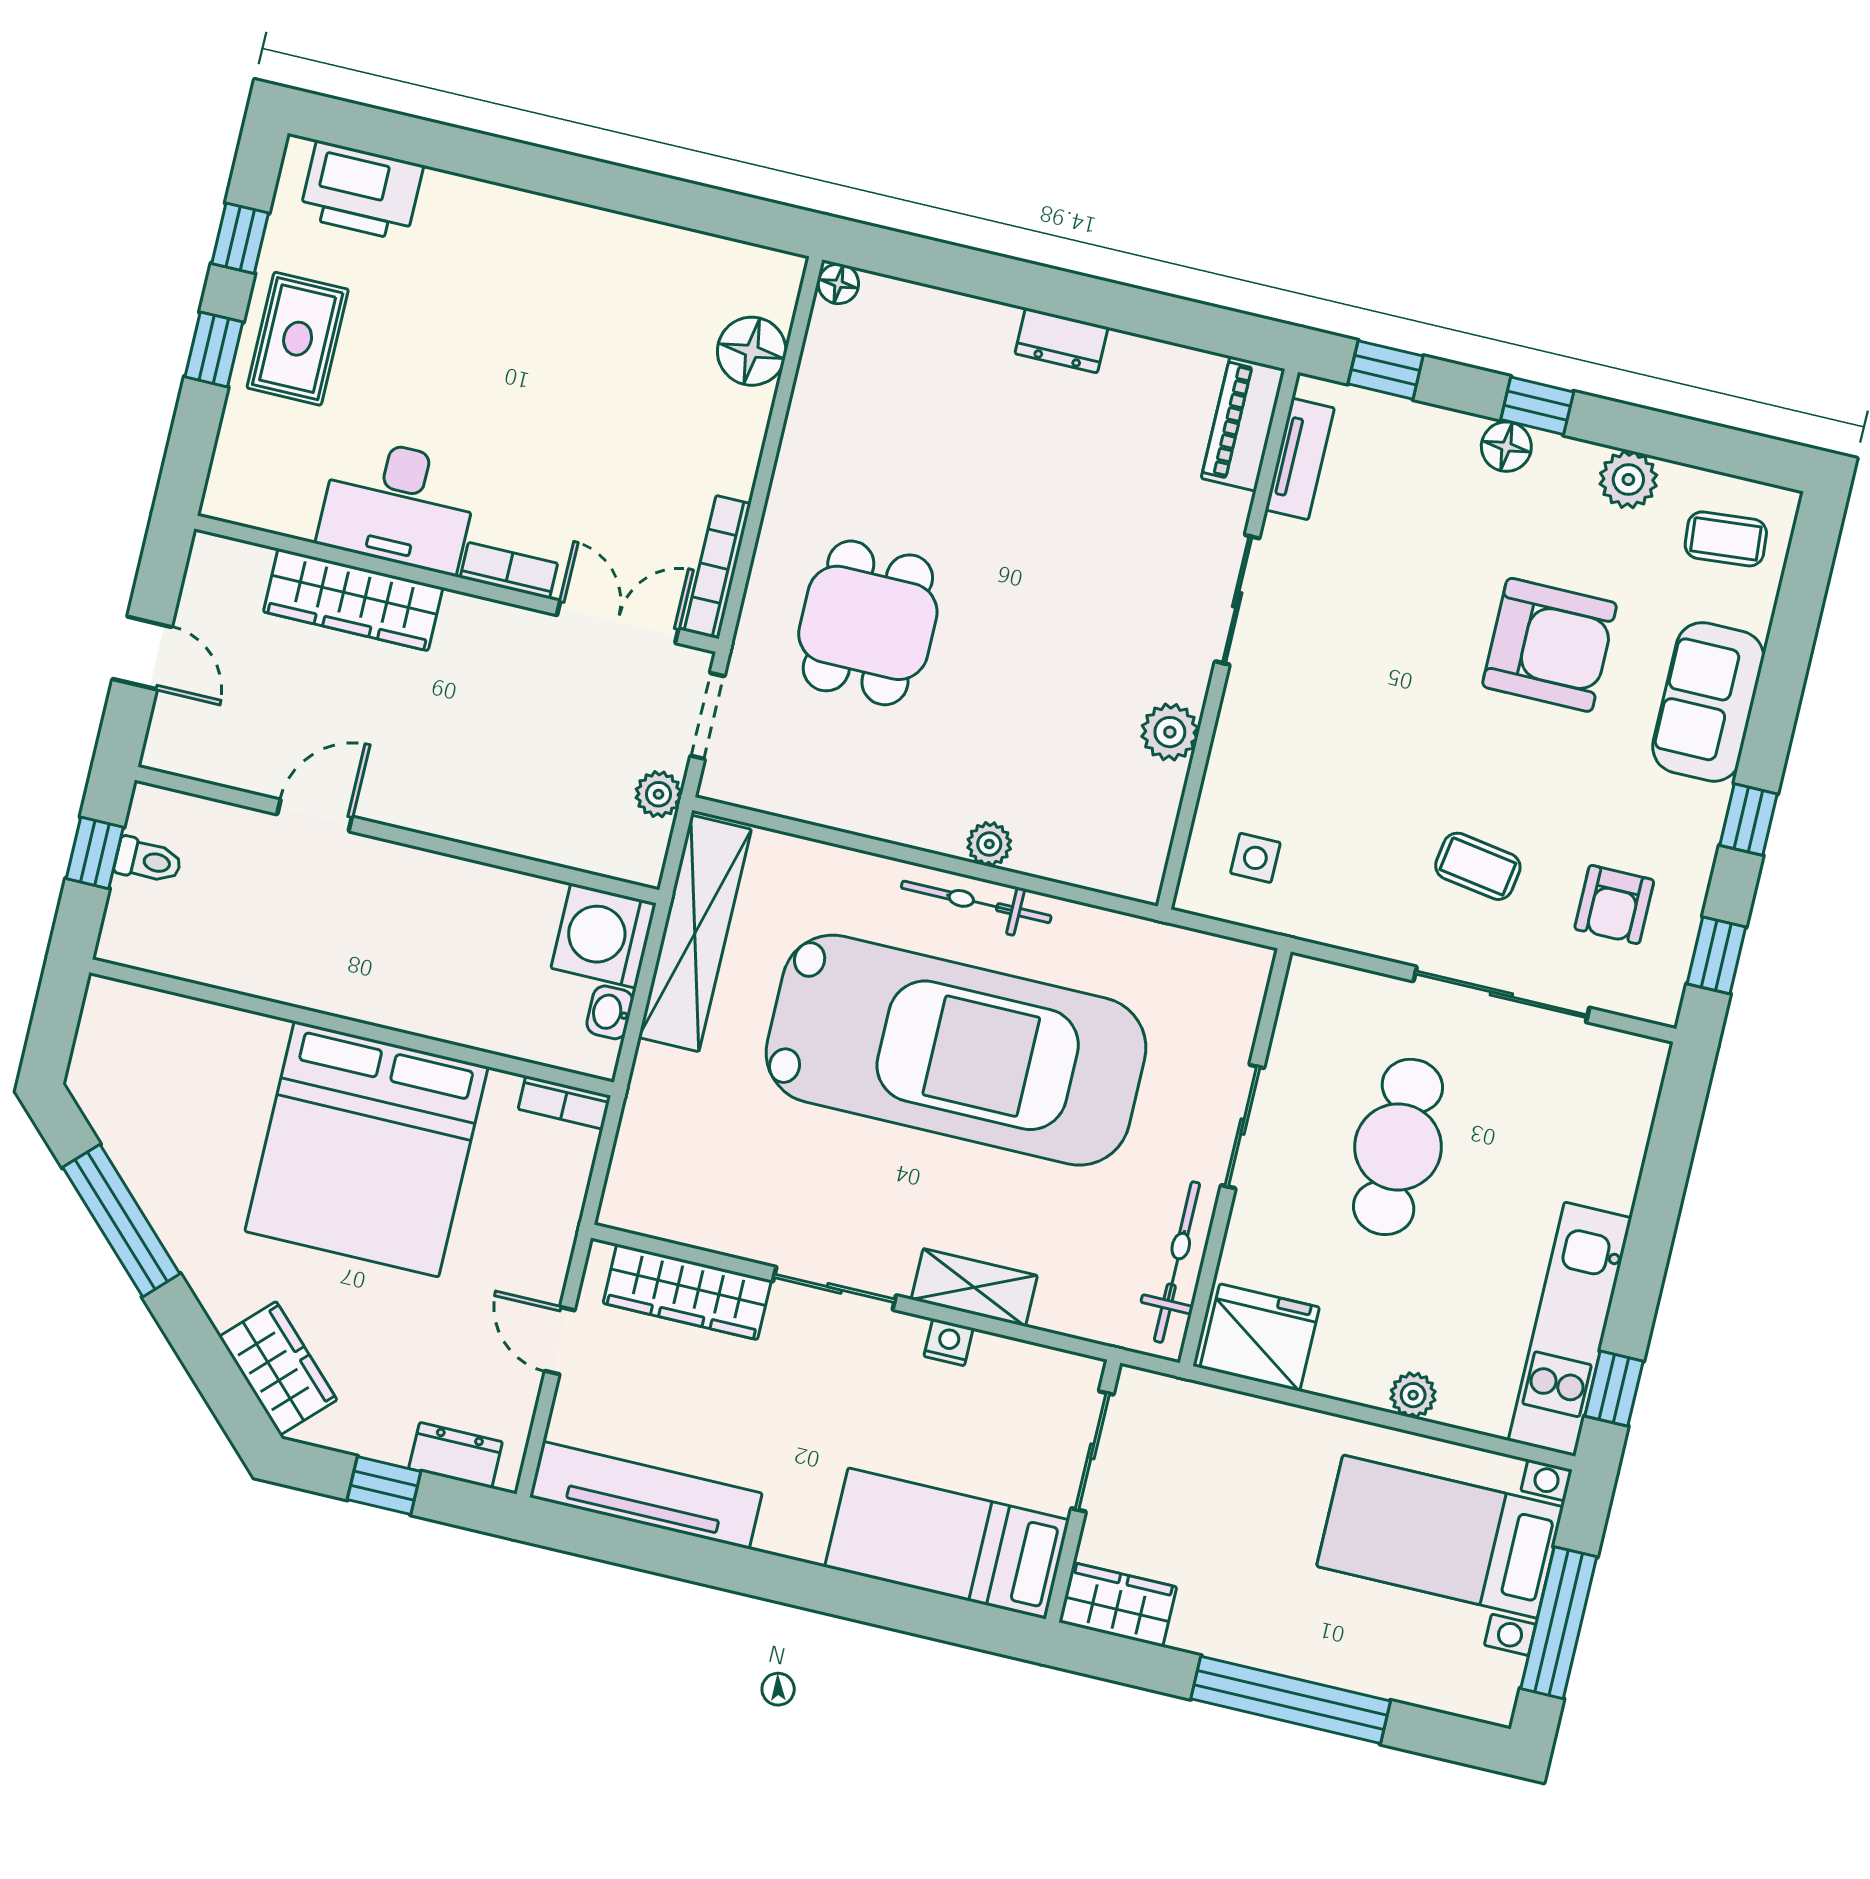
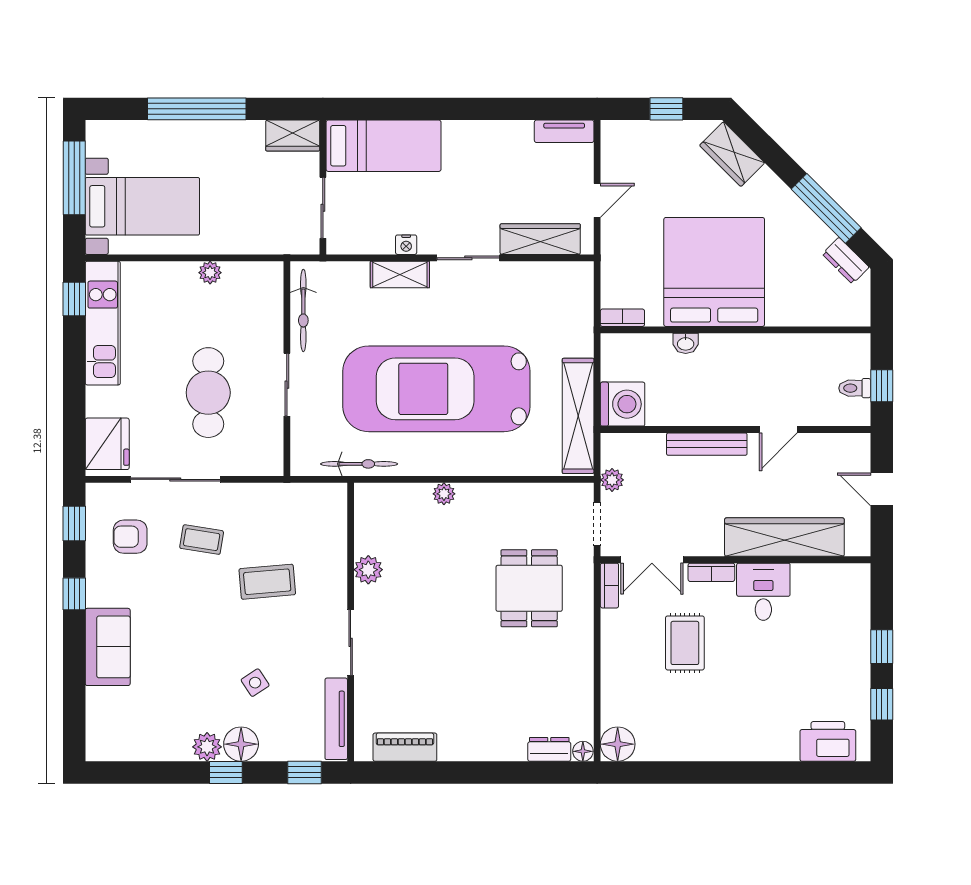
rug: (298, 339) -> (685, 643), moved
dresser: (1061, 340) -> (549, 749), moved
floor lamp: (752, 351) -> (618, 744), moved
piano: (1243, 424) -> (405, 747), moved, turned -90
floor lamp: (1506, 447) -> (241, 744), width x1.38, depth x1.38
tv unit: (1300, 459) -> (336, 719), width x1.41
plant: (1628, 480) -> (207, 747), moved
desk: (398, 505) -> (763, 592), width x0.73
coffee table: (1726, 539) -> (267, 582), moved, width x1.36, depth x1.30
bookcase: (718, 567) -> (609, 586), width x0.64
wardrobe: (353, 600) -> (784, 537), width x1.40, depth x1.17
armchair: (1550, 645) -> (192, 657), removed
bench: (459, 820) -> (707, 444), added
side table: (1255, 858) -> (255, 683), moved, turned -33
bicycle: (976, 902) -> (359, 464), moved
armchair: (1614, 905) -> (130, 537), turned -90
washbasin: (610, 1012) -> (686, 343), moved, turned 90
fridge: (1260, 1338) -> (107, 444), moved, turned -90
door: (560, 1341) -> (597, 200), hinge flipped
plant: (1413, 1395) -> (210, 273), moved
dresser: (456, 1455) -> (846, 261), moved, turned 45
tv unit: (646, 1495) -> (564, 131), width x0.52, depth x0.78

